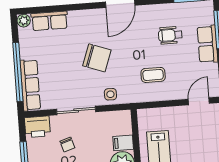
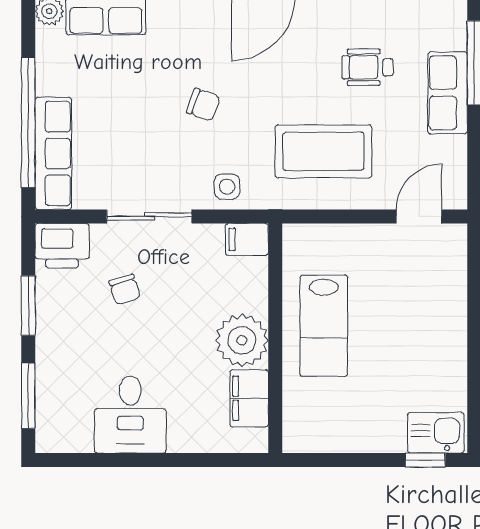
chair: (97, 58) -> (203, 105), width x0.54, depth x0.54
coffee table: (153, 75) -> (323, 151), width x1.86, depth x1.72
filing cabinet: (123, 143) -> (247, 239), moved

